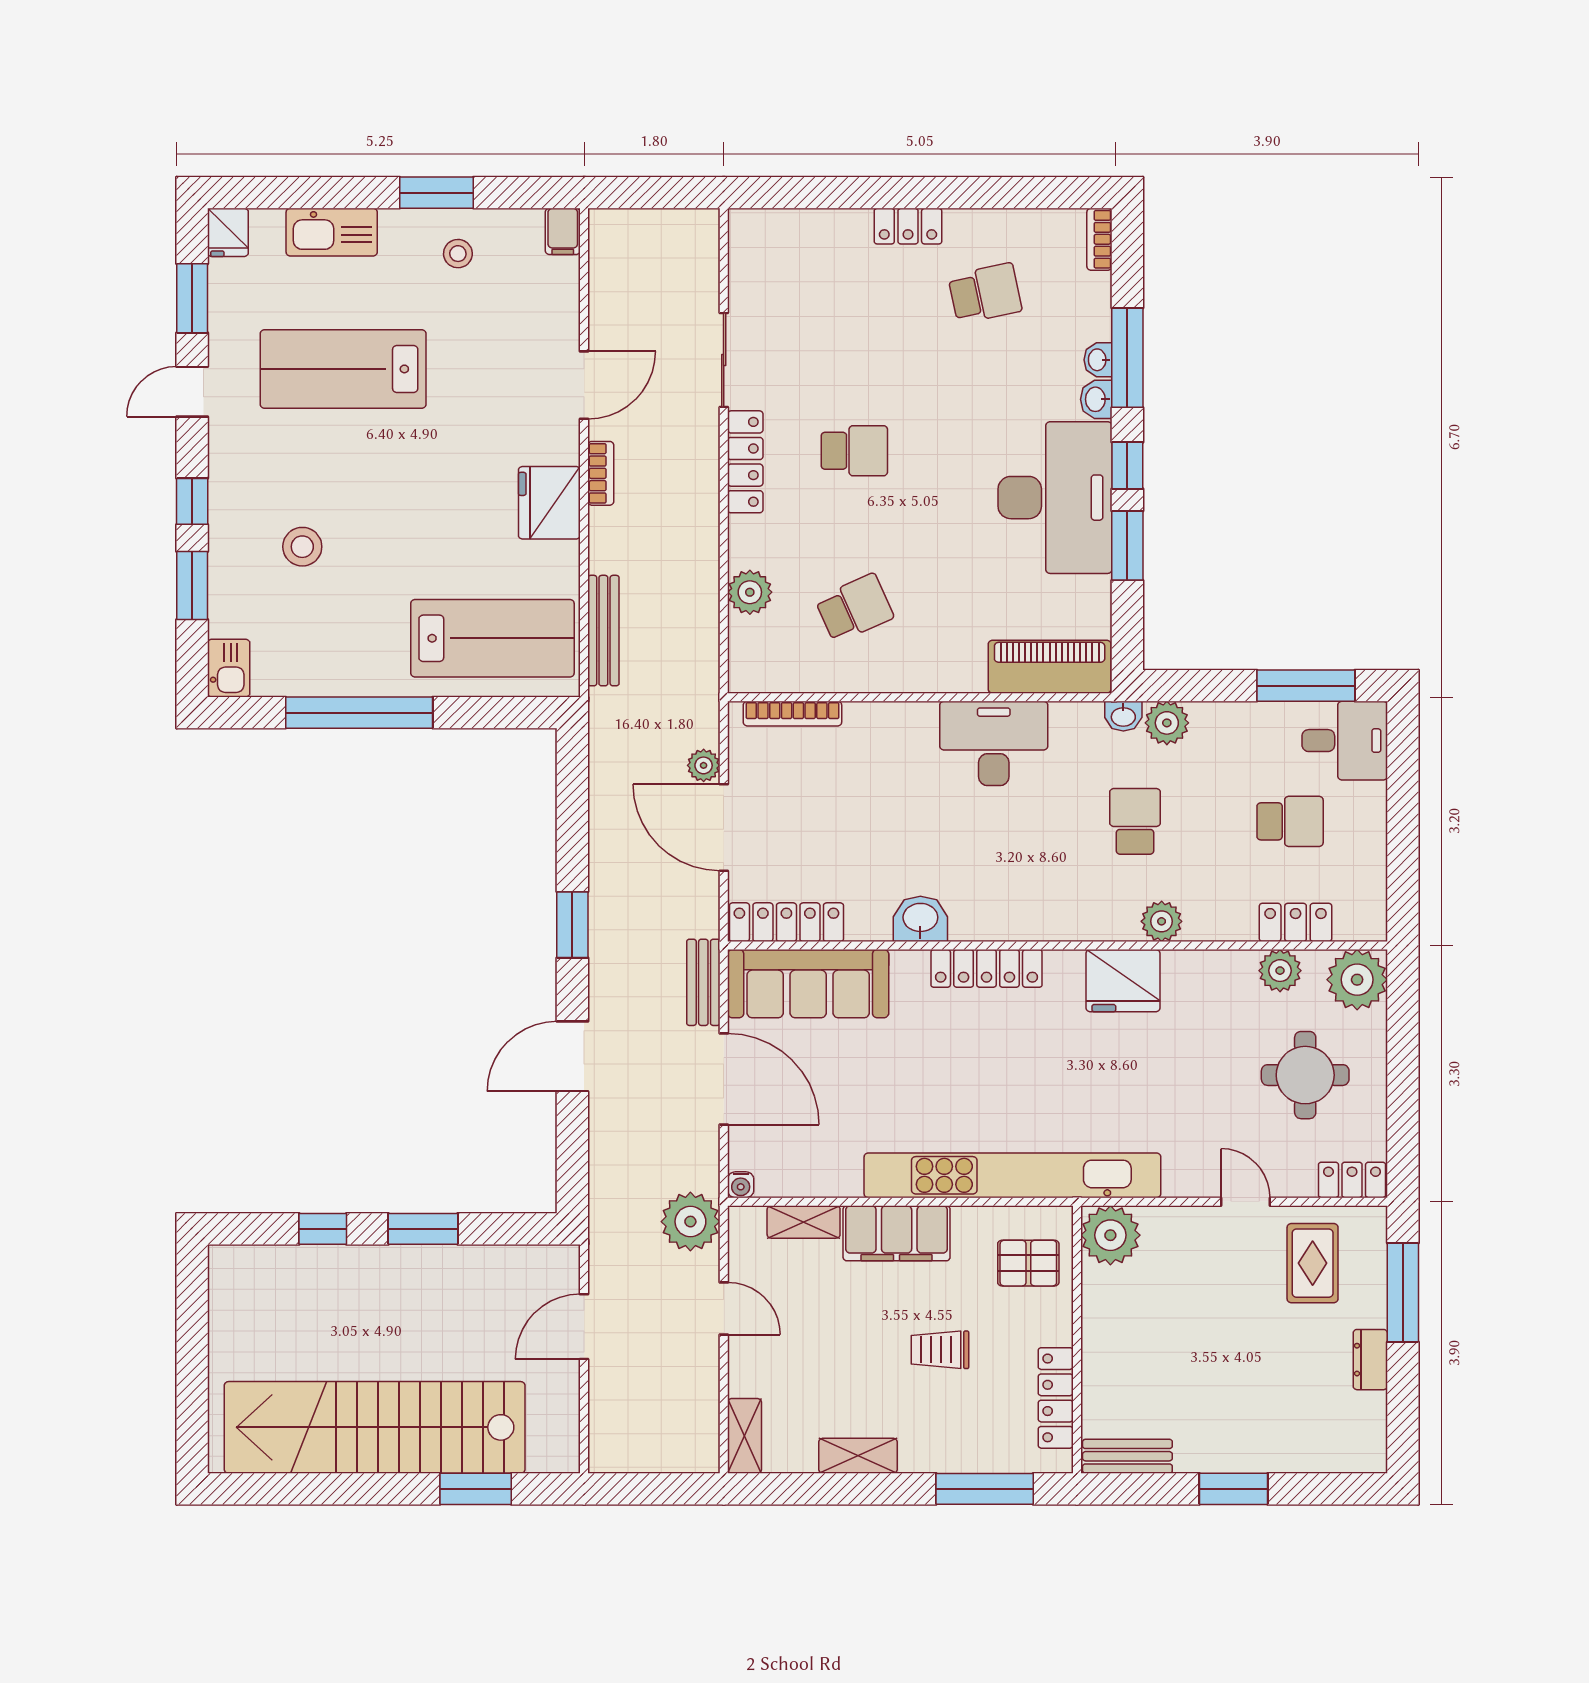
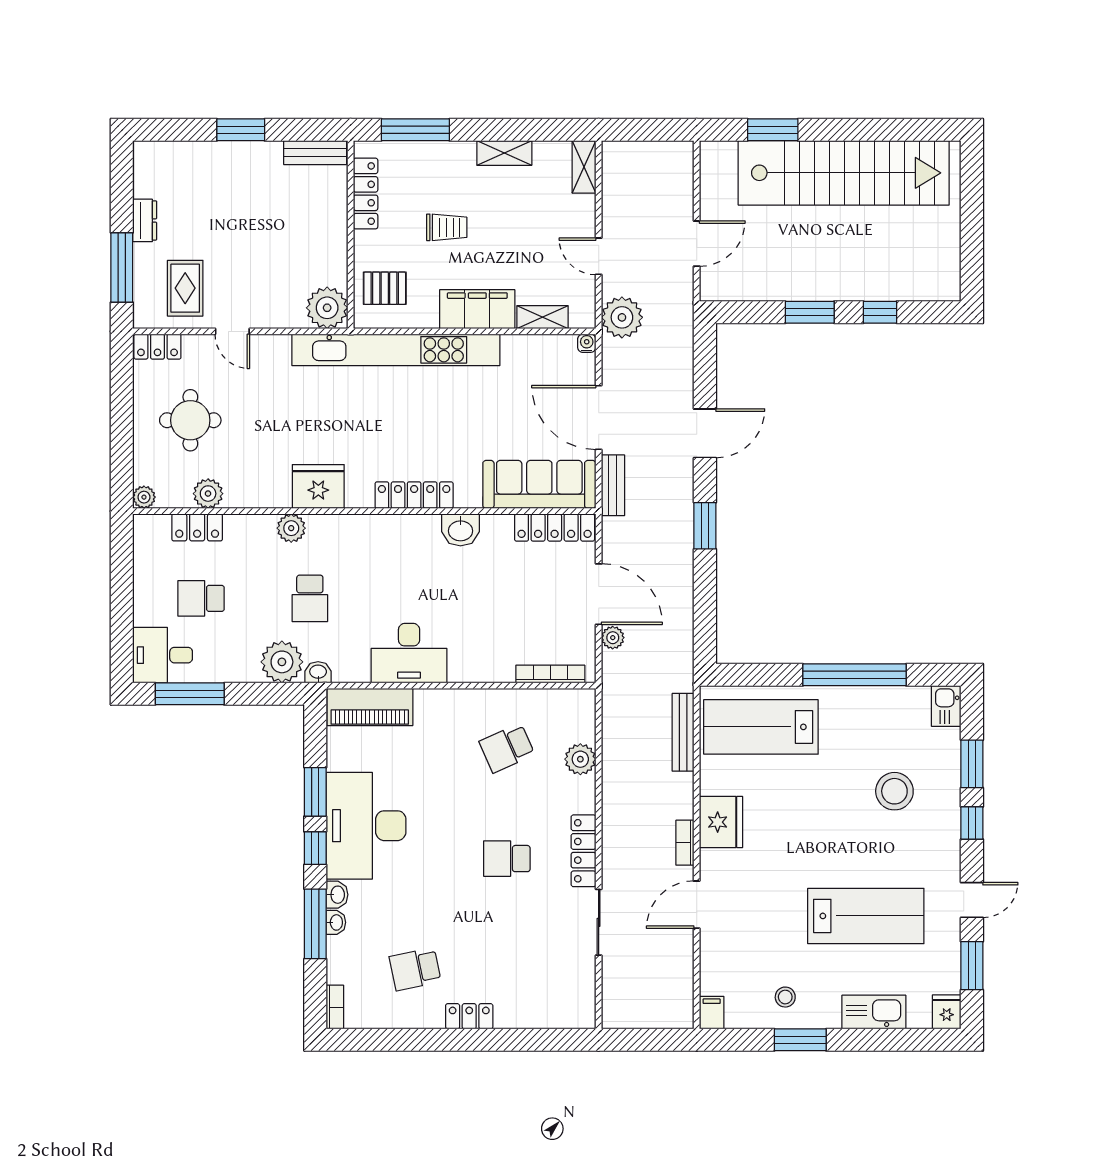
stool: (302, 547) -> (894, 791), width x1.38, depth x1.38
plant: (1167, 723) -> (282, 662), width x1.36, depth x1.36
plant: (1357, 980) -> (144, 497), width x0.53, depth x0.53

